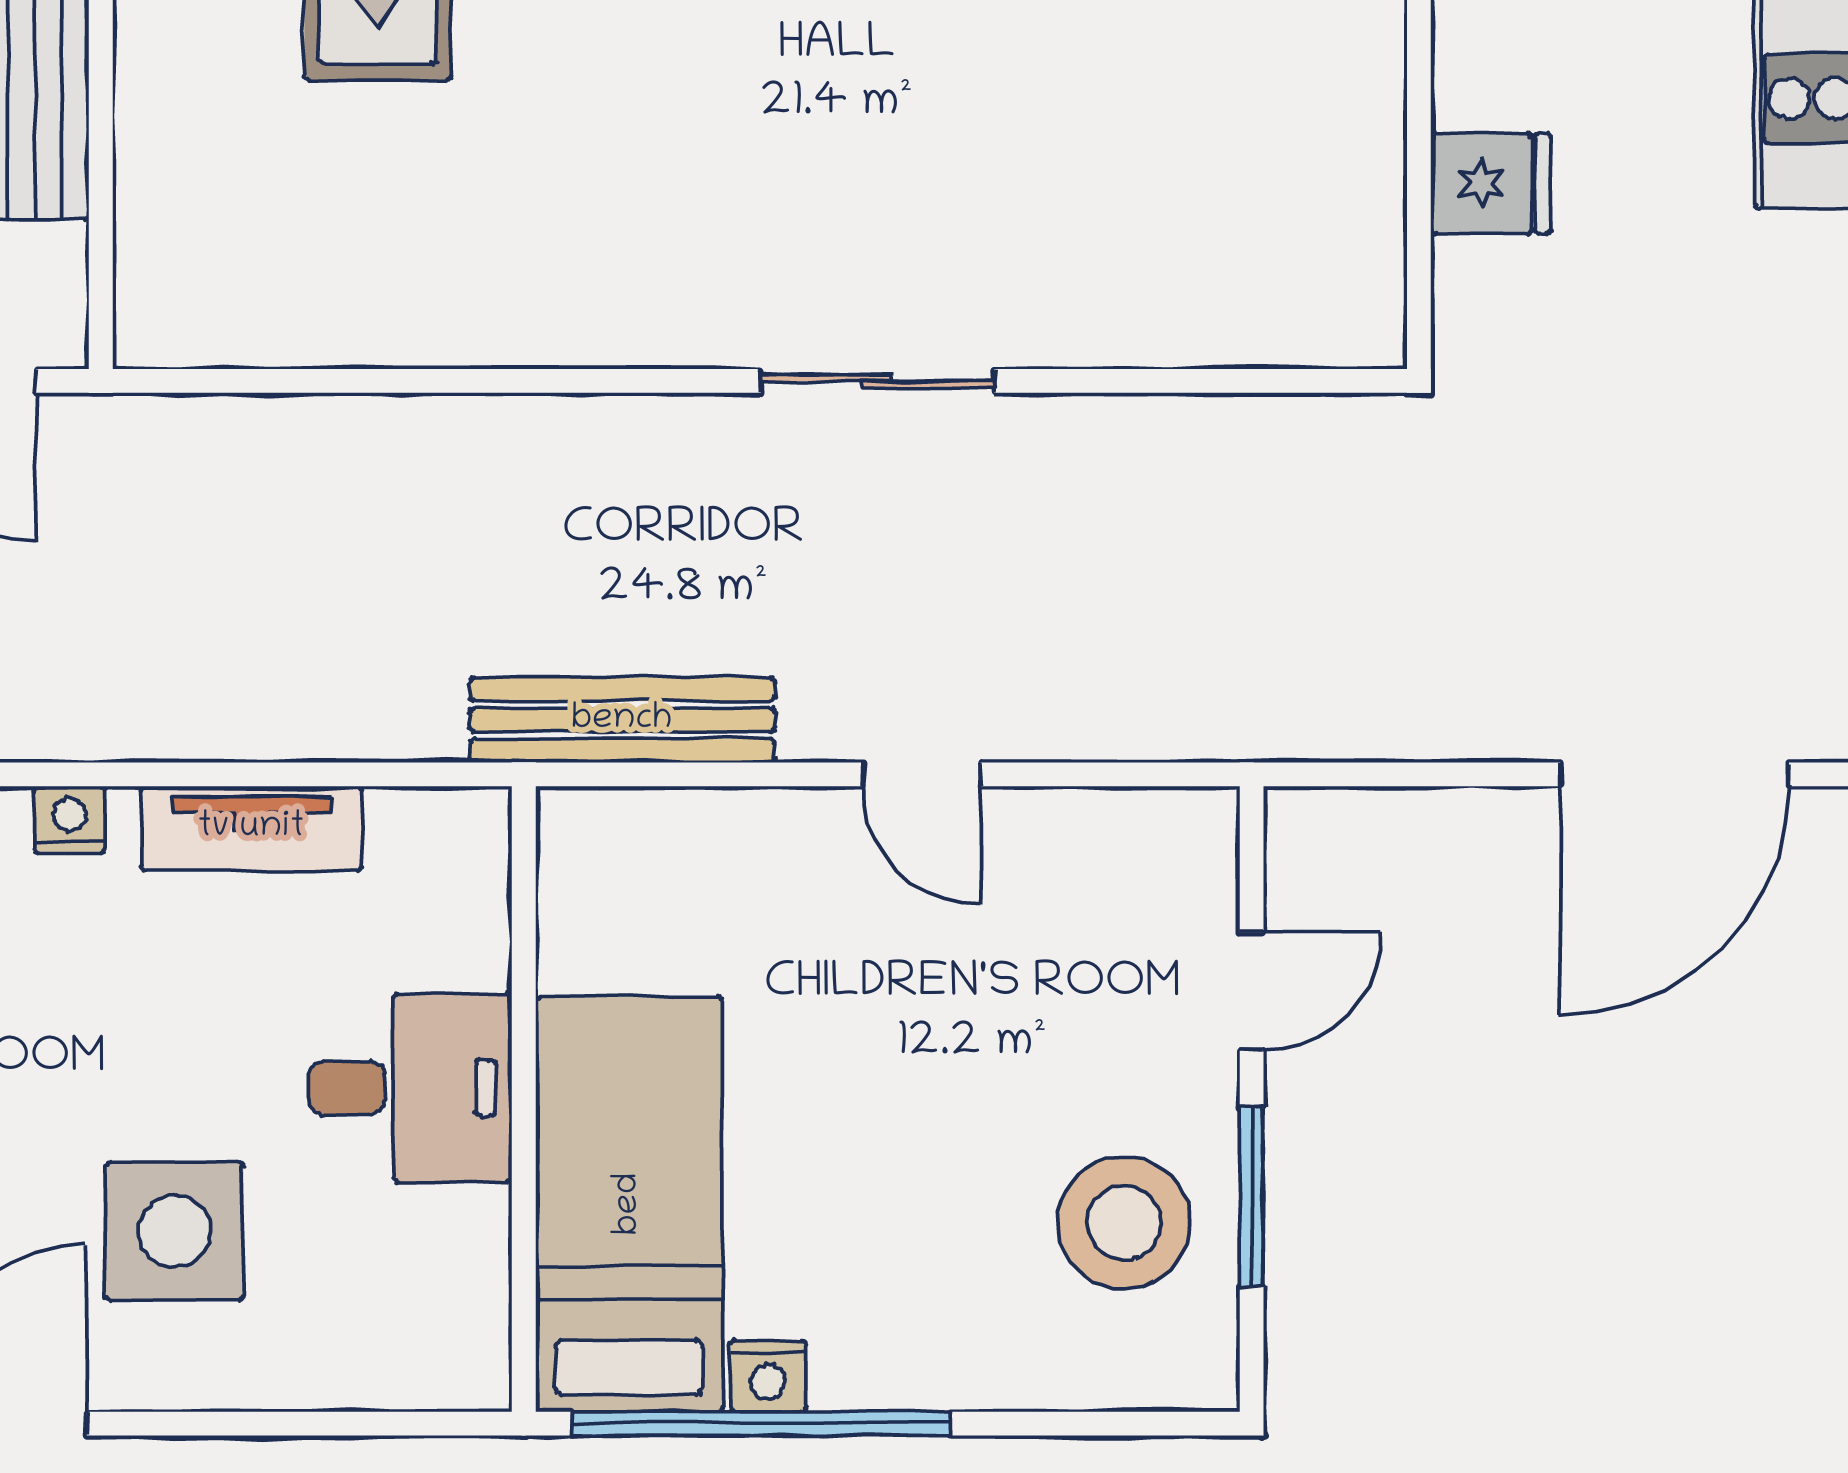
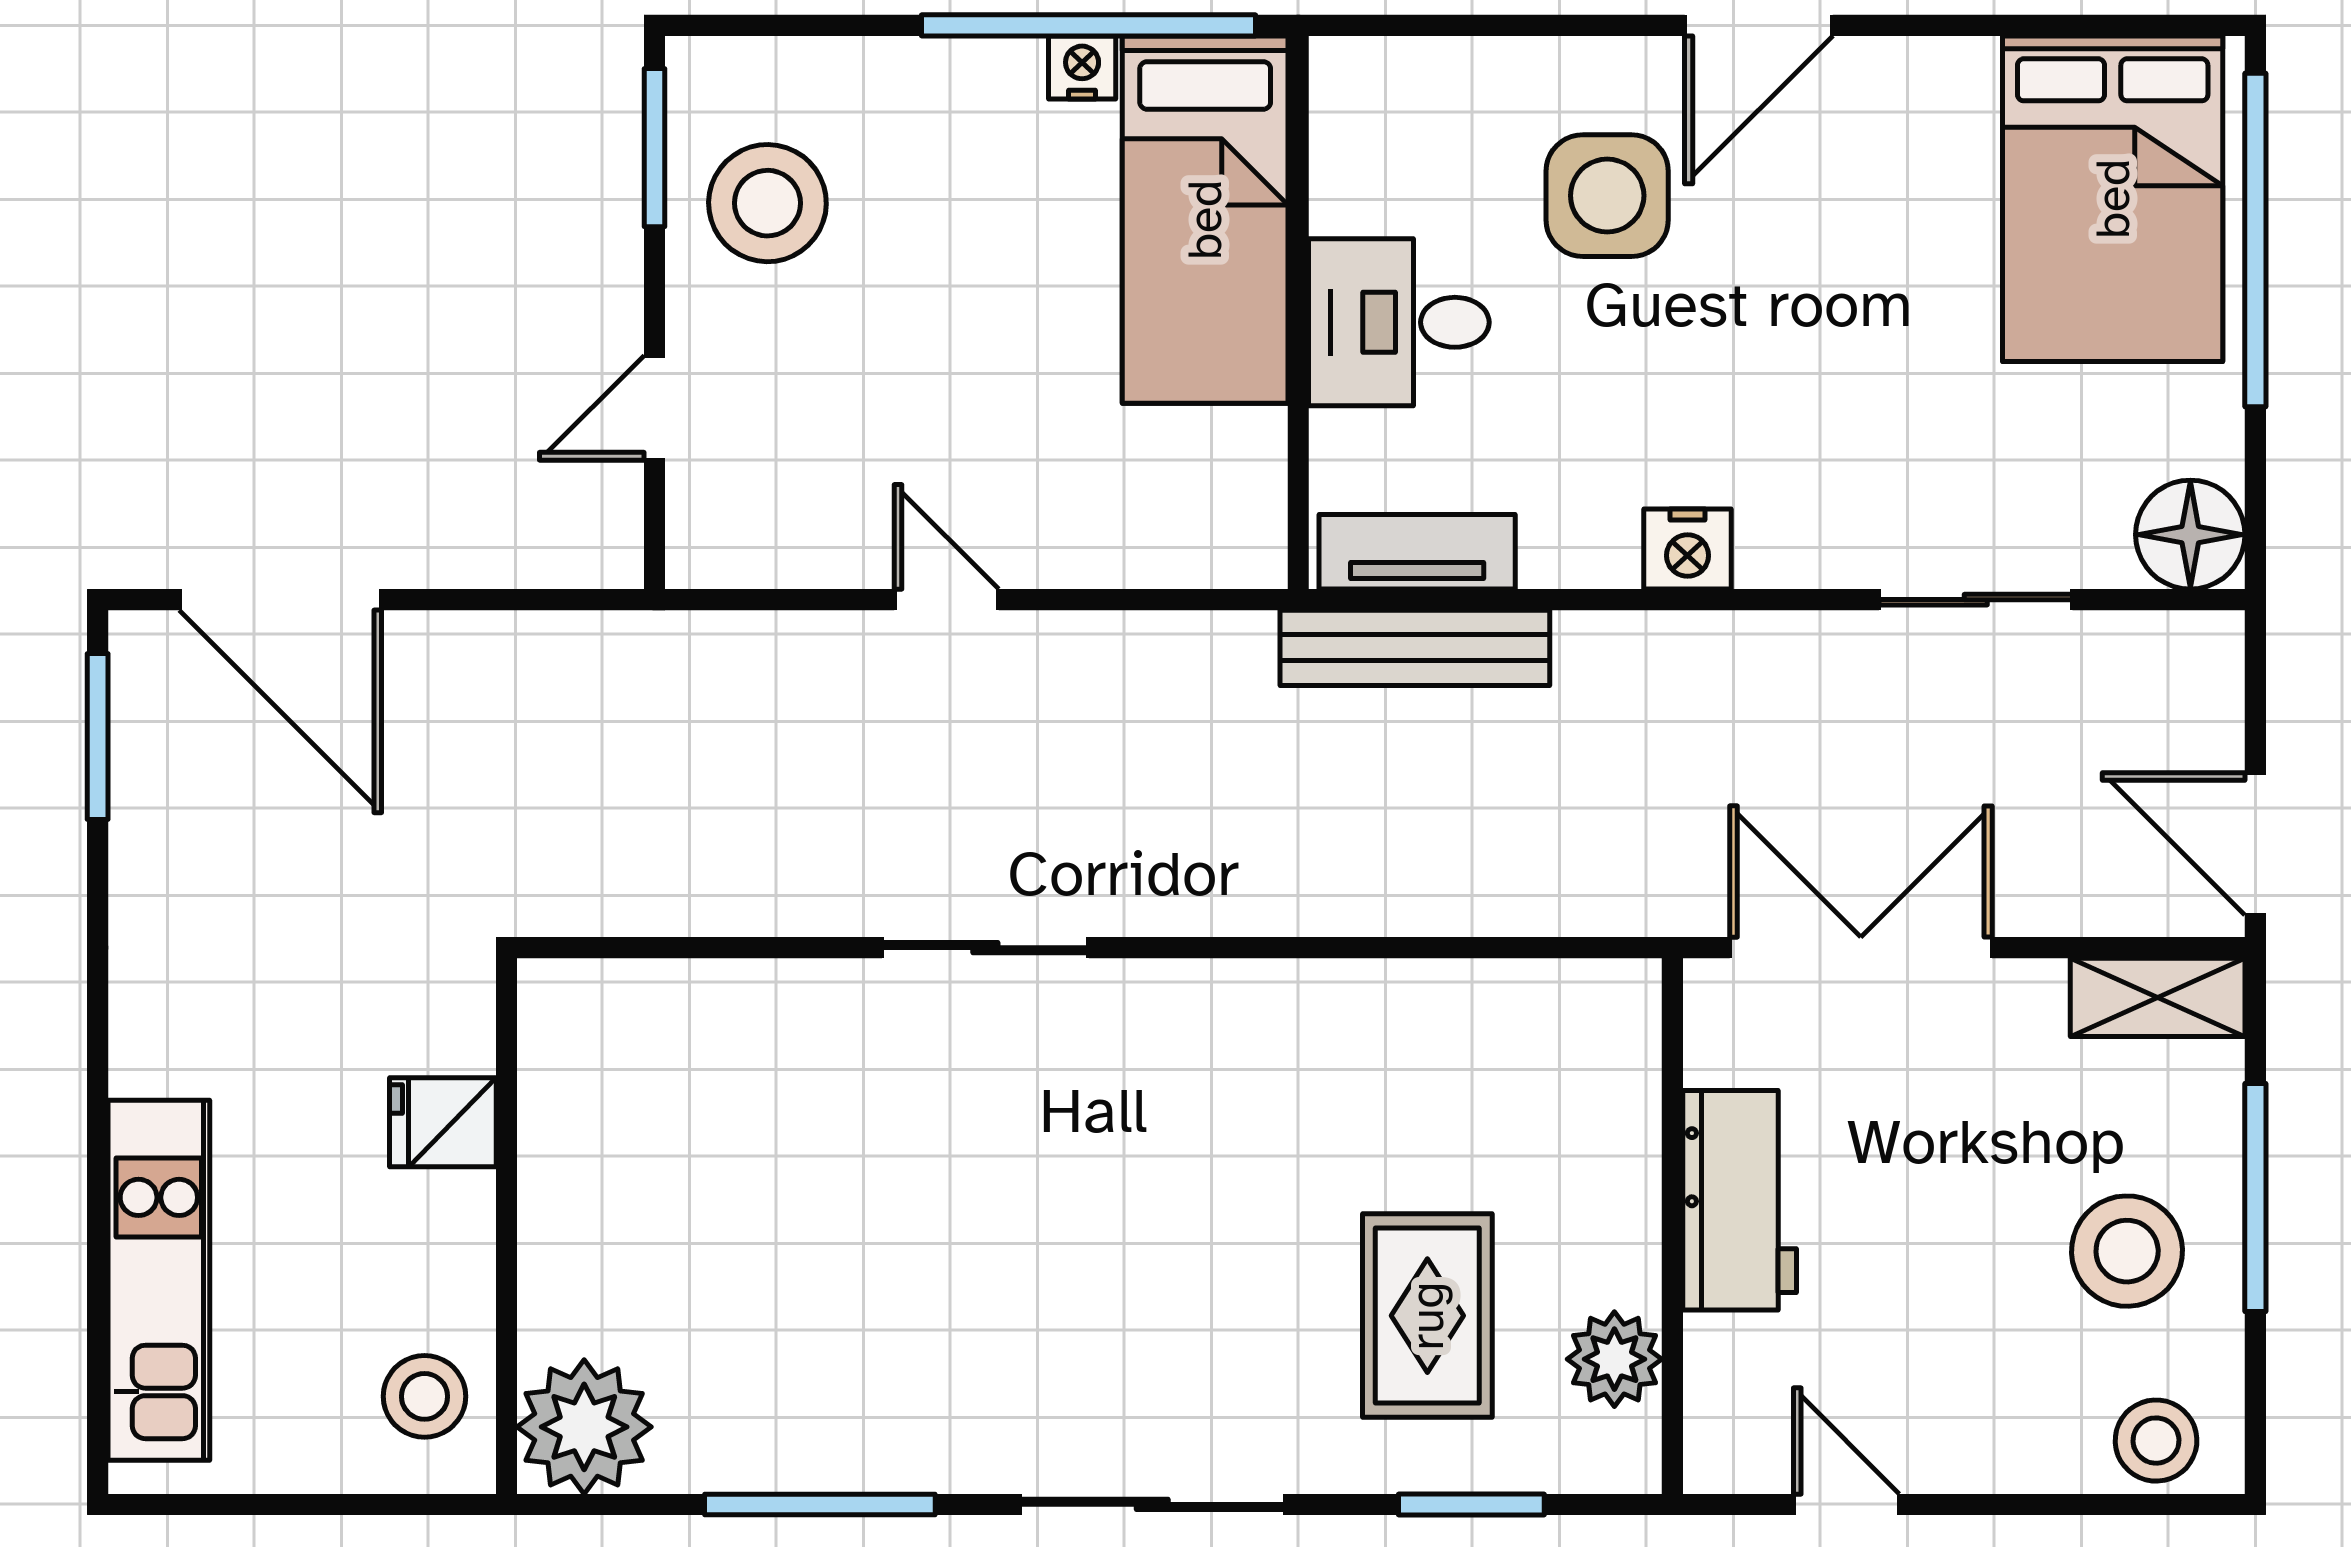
bench: (622, 720) -> (1415, 648), moved
door: (1675, 774) -> (280, 600), swing flipped
nightstand: (70, 820) -> (1688, 549), width x1.39, depth x1.35
tv unit: (251, 828) -> (1417, 552), moved
window: (1252, 1196) -> (654, 148), moved

